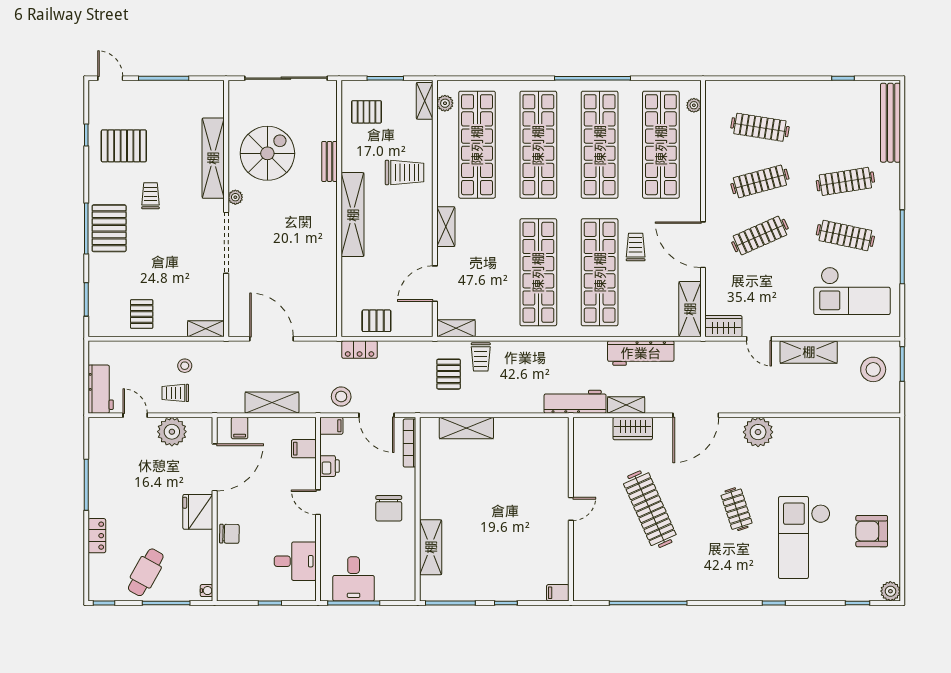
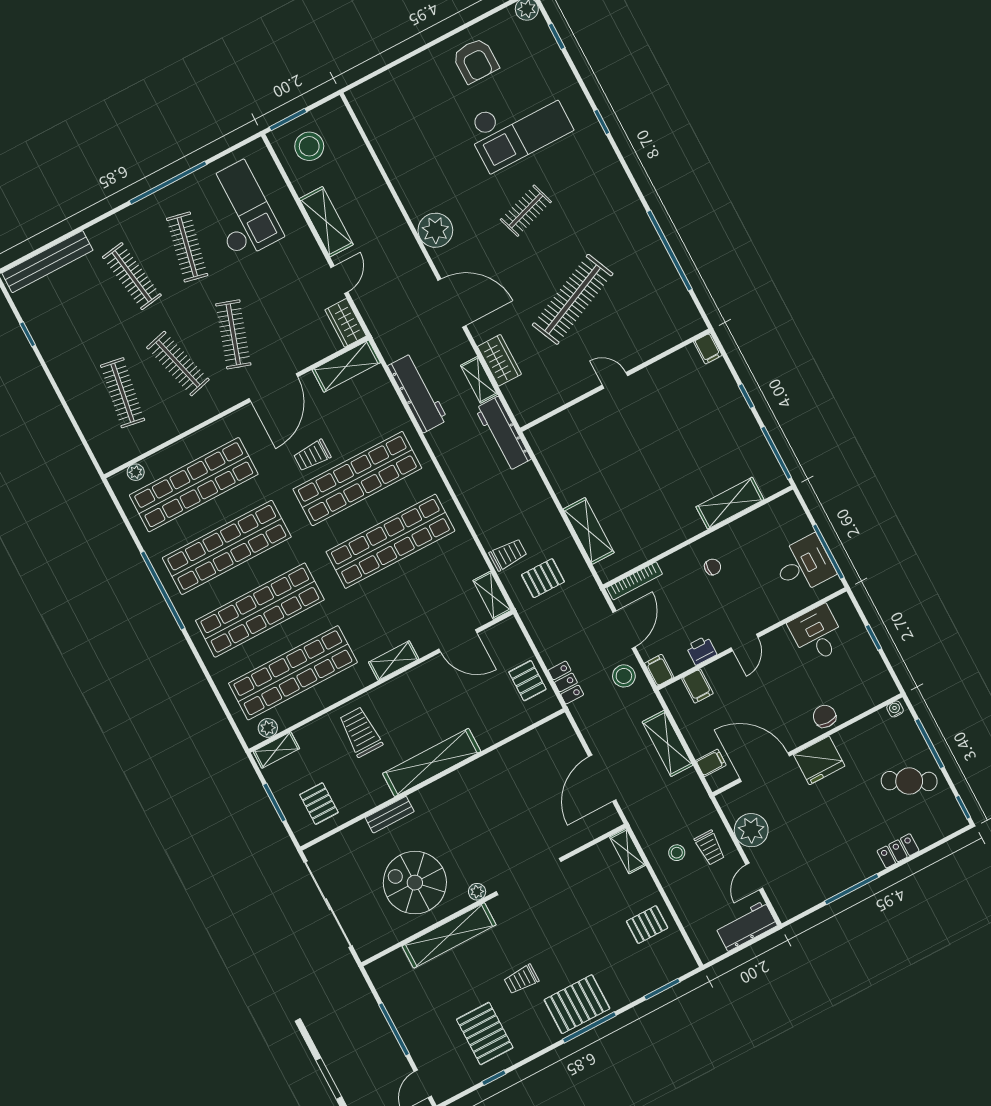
clothes rail: (760, 236) -> (233, 334), turned 42
chair: (389, 508) -> (713, 567), width x0.54, depth x0.54

